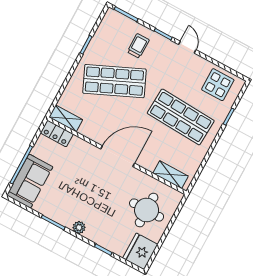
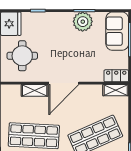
shelving: (171, 175) -> (35, 90), moved
plant: (79, 227) -> (83, 22), moved, width x1.87, depth x1.87

